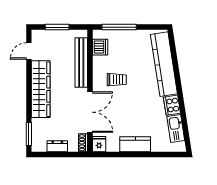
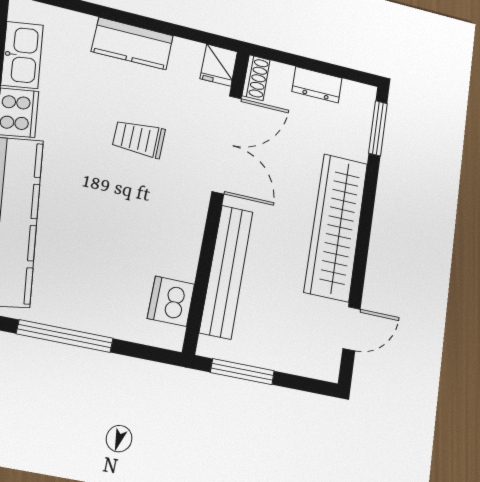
window: (57, 27) -> (242, 372), moved
window: (119, 27) -> (65, 336), moved
trolley: (117, 80) -> (139, 139), moved
double door: (90, 112) -> (227, 144), swing flipped

